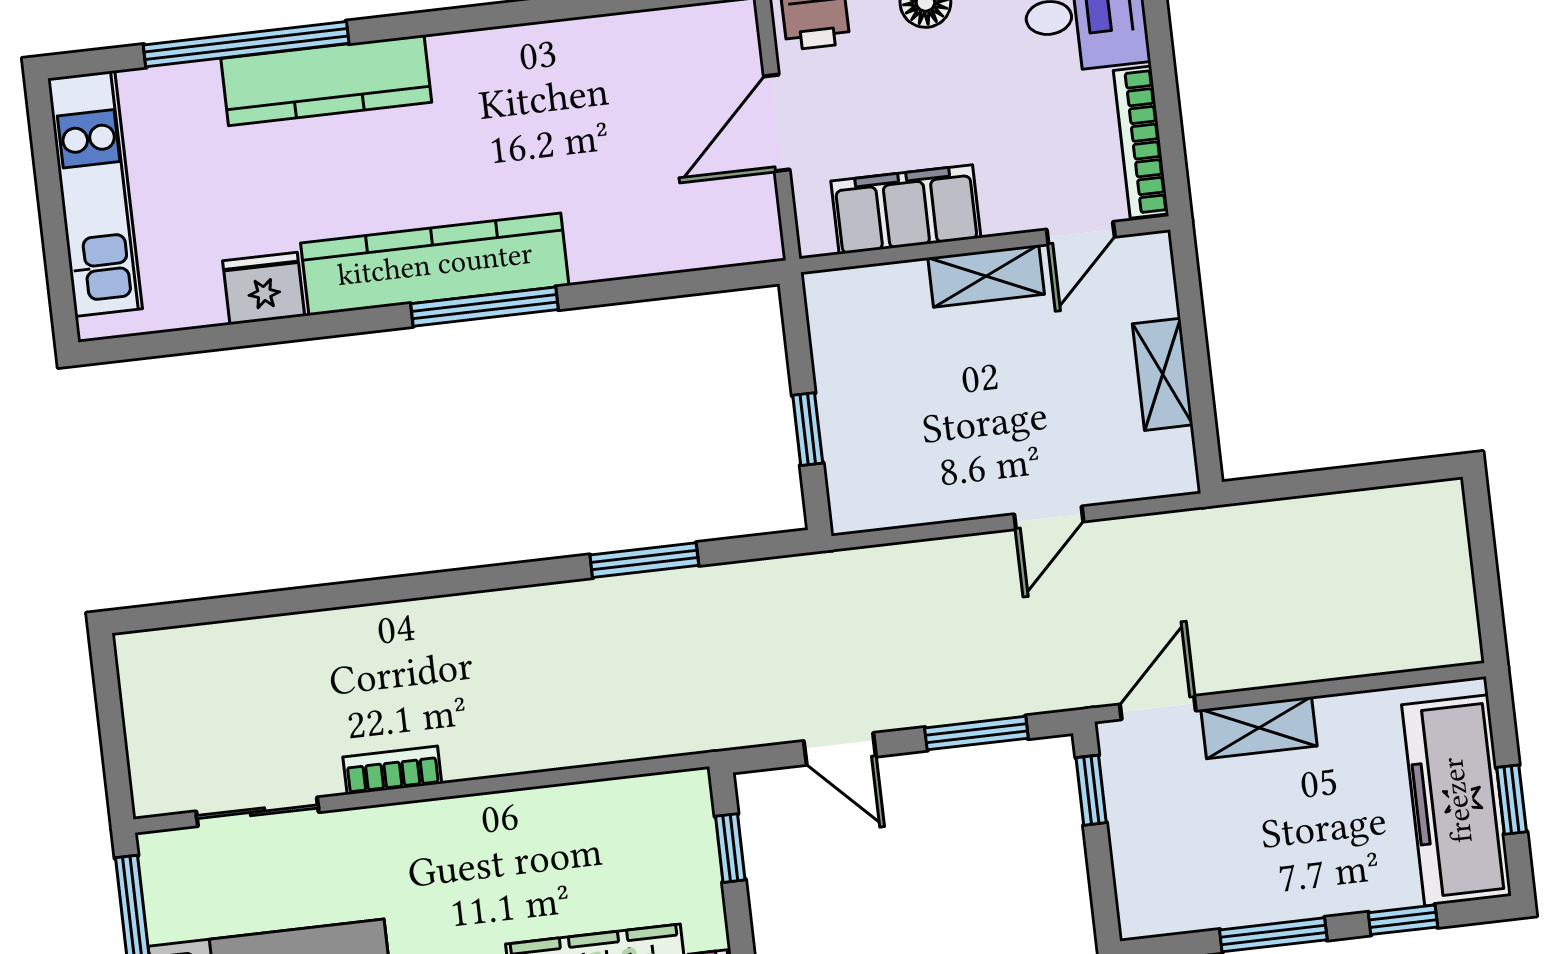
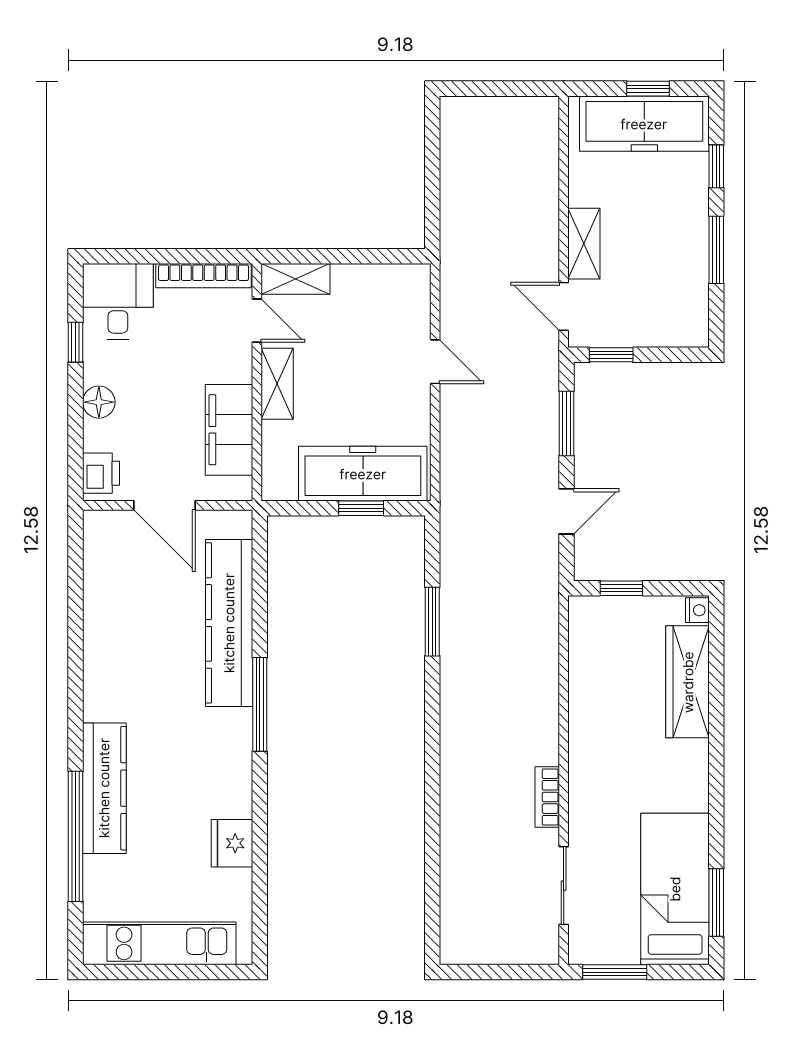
kitchen counter: (435, 264) -> (229, 623), moved
shelving: (1163, 374) -> (295, 279), moved
freezer: (862, 425) -> (363, 474), added

